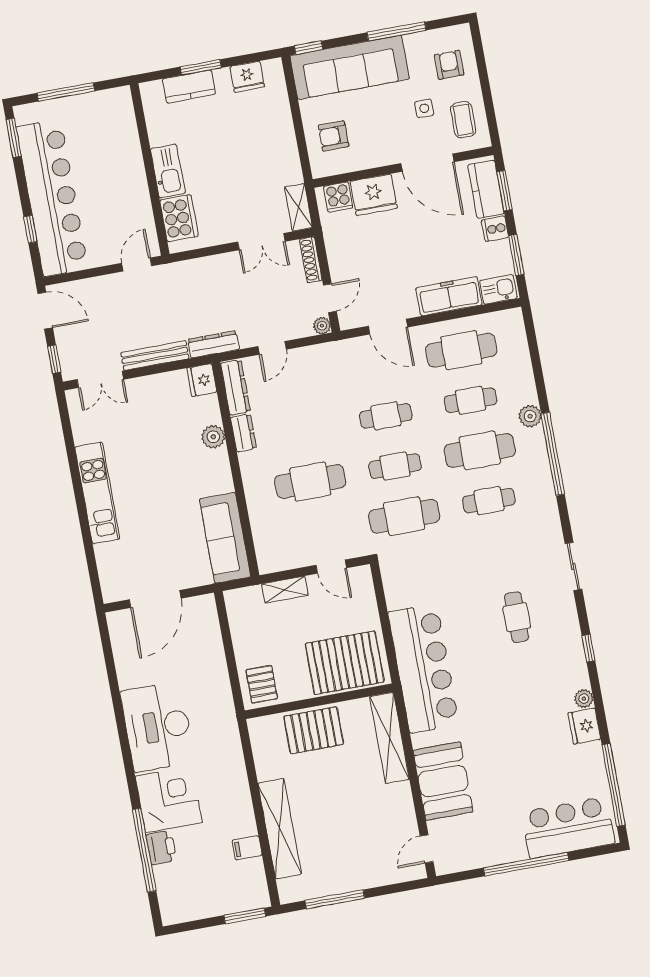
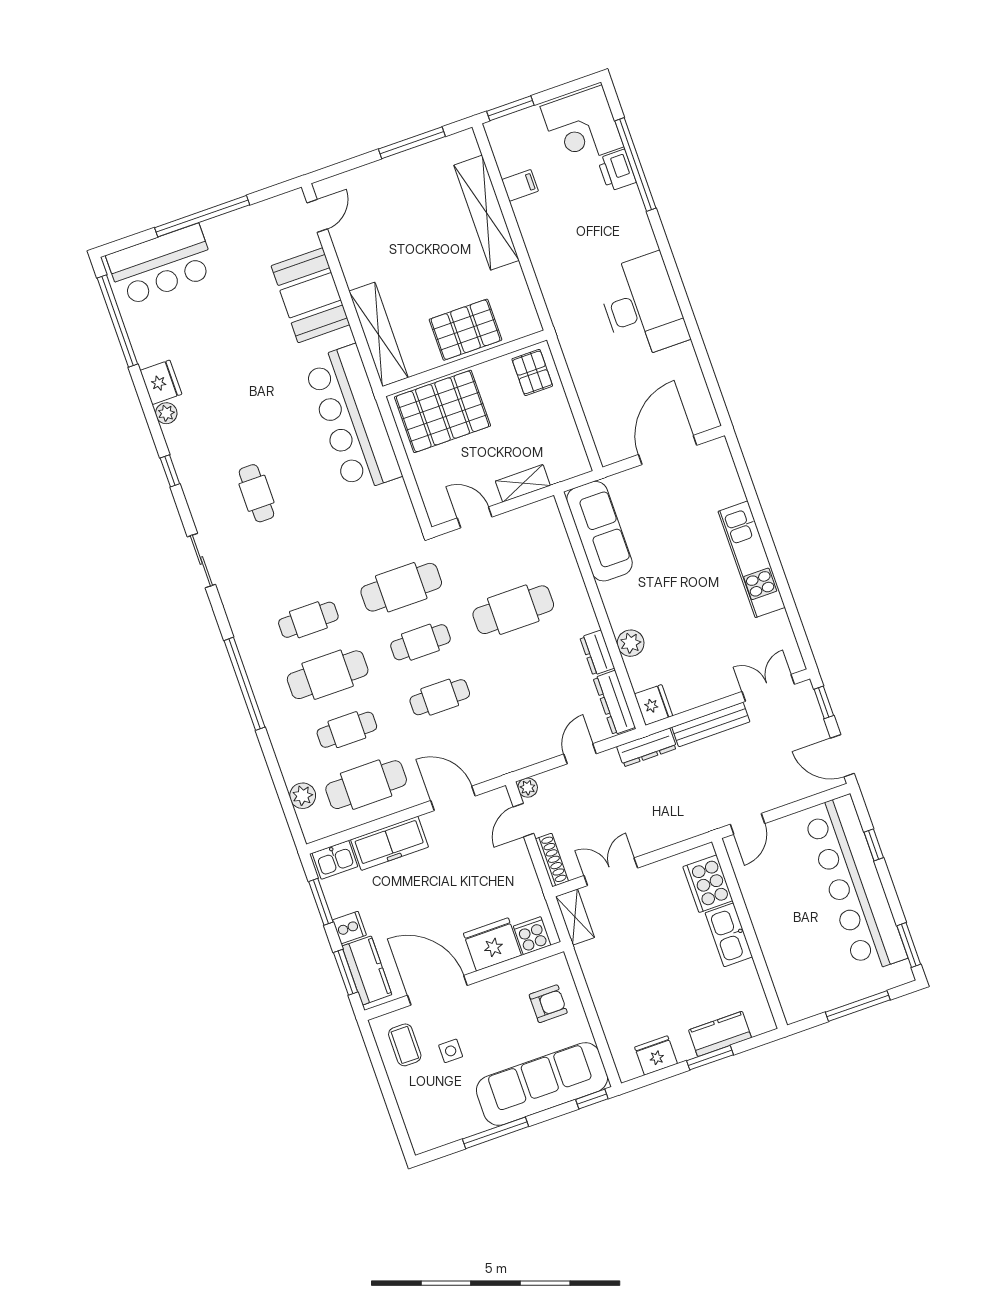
armchair: (449, 65) -> (430, 1104), removed
plant: (530, 416) -> (303, 796), moved
corner desk: (169, 799) -> (582, 127), moved

